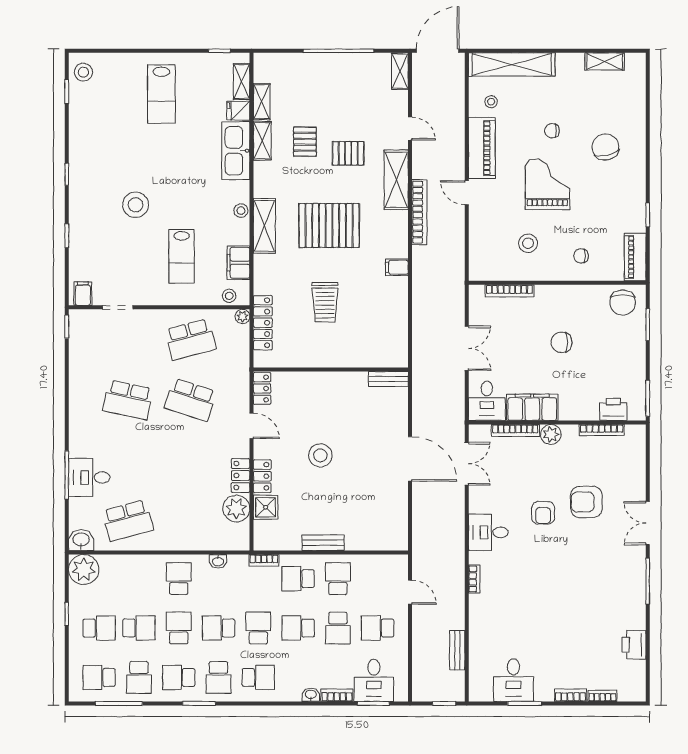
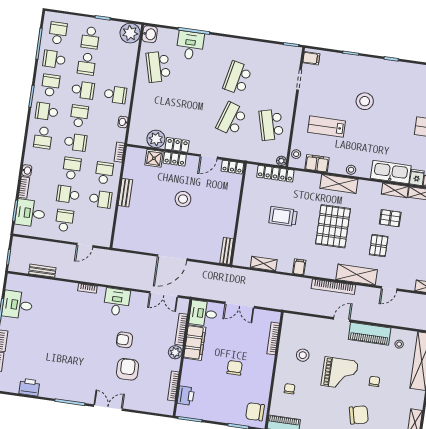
shelving: (400, 321) -> (264, 264), added

